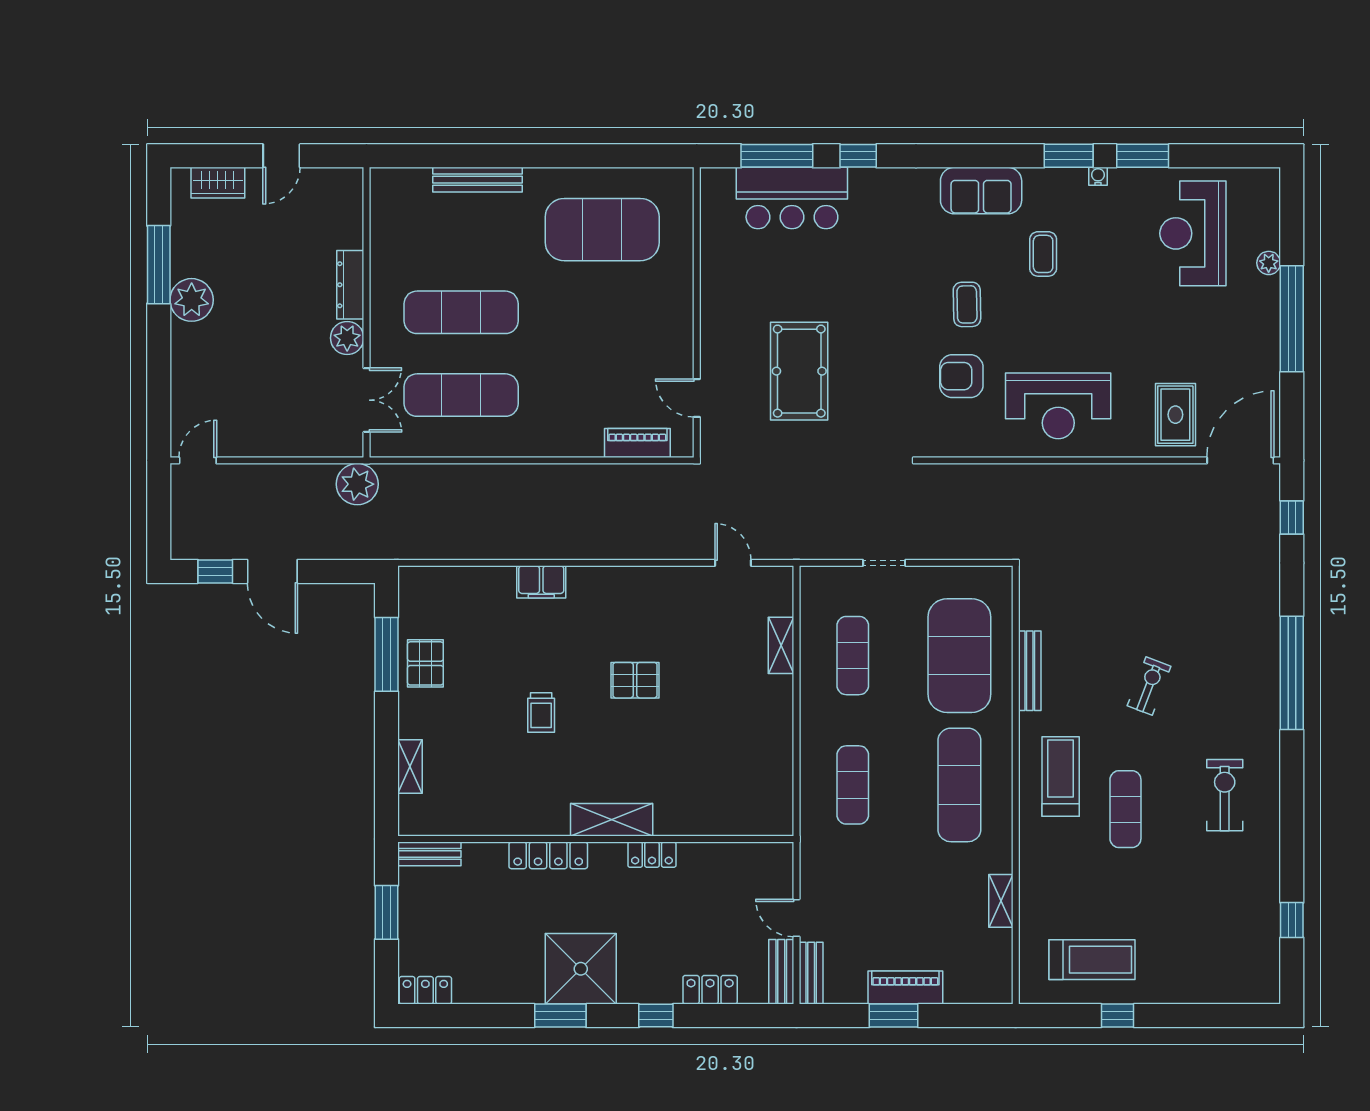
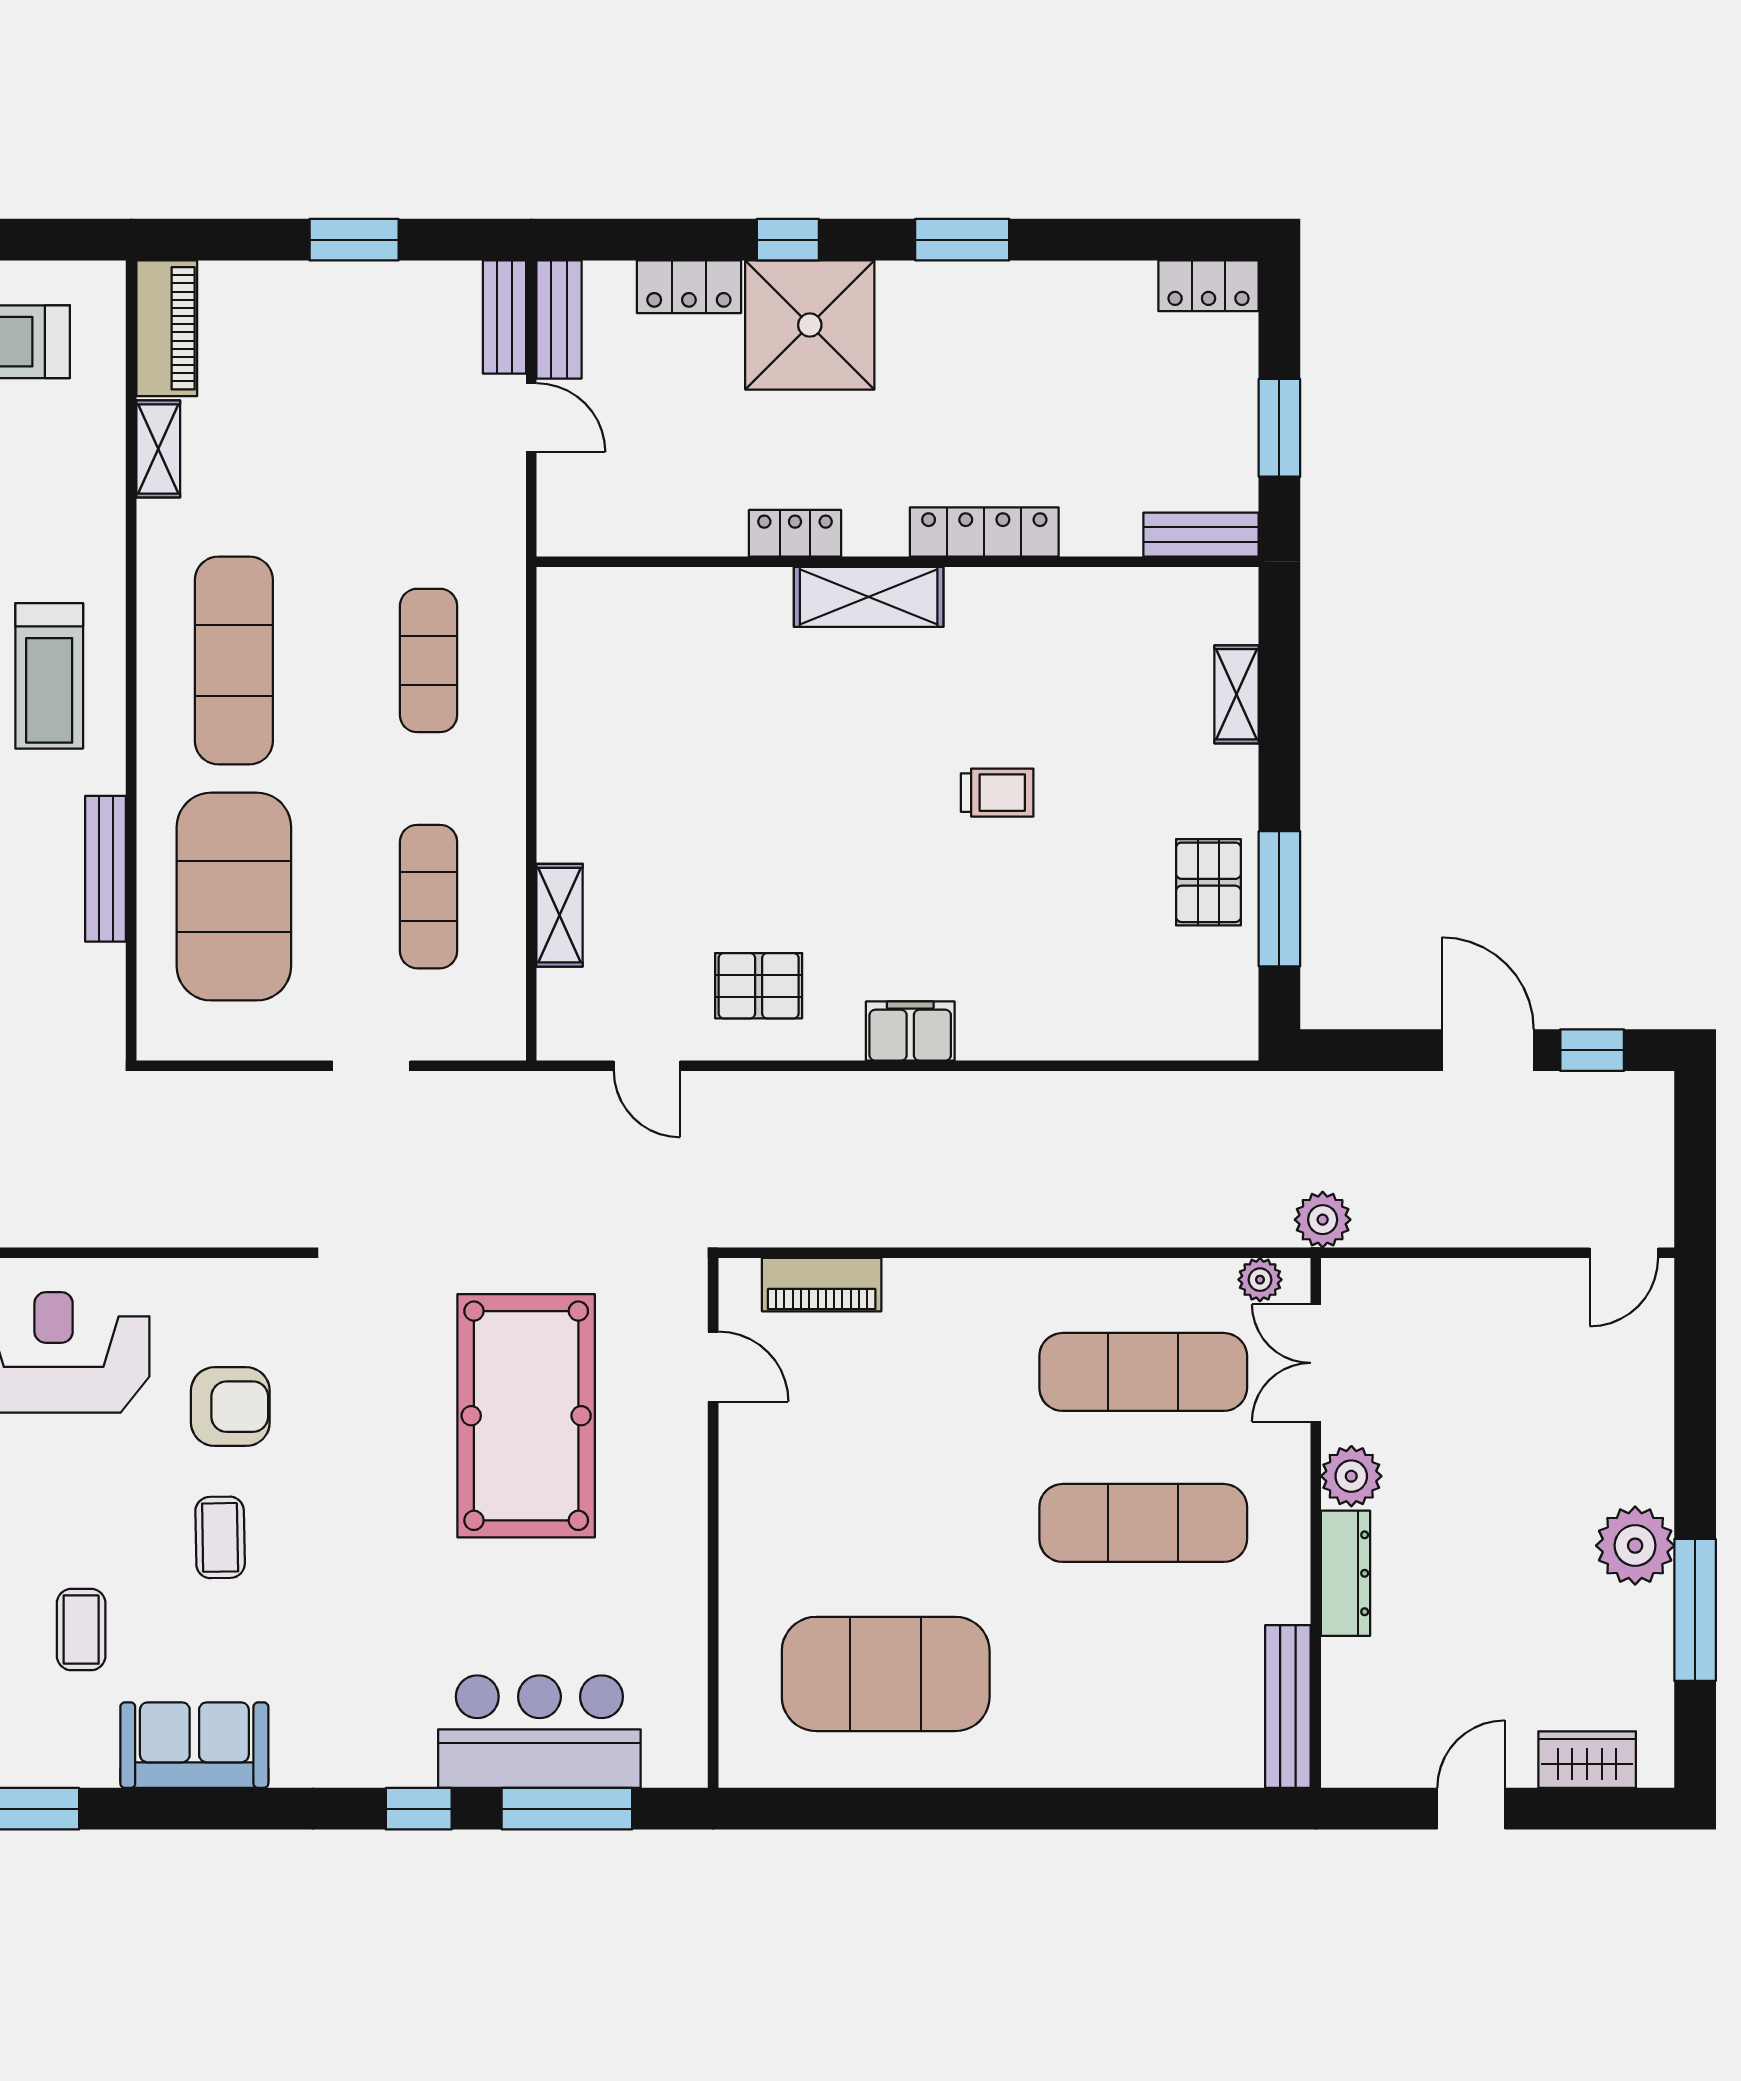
bench: (478, 180) -> (1288, 1707), moved, turned 90
pool table: (799, 371) -> (526, 1416), width x1.36, depth x1.32
plant: (397, 446) -> (1260, 1280), added
plant: (357, 484) -> (1323, 1220), width x0.73, depth x0.73
filing cabinet: (541, 582) -> (910, 1031), moved
pallet: (635, 680) -> (759, 986), moved
trolley: (541, 713) -> (997, 793), turned 90
shower: (581, 969) -> (810, 325), moved
piano: (905, 988) -> (167, 328), moved, turned -90

